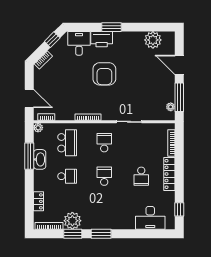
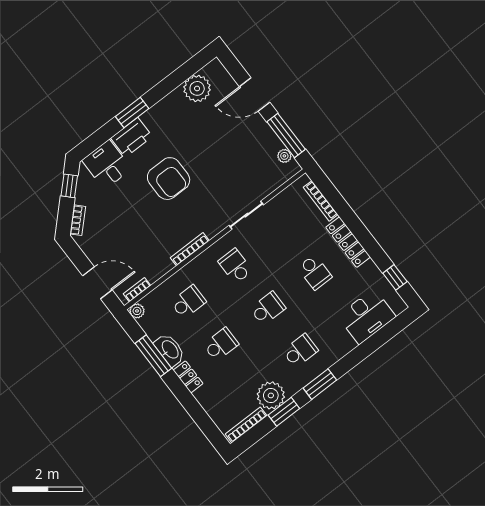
school desk: (67, 143) -> (188, 302), width x0.54
school desk: (104, 176) -> (268, 308), turned 90
locker: (38, 201) -> (188, 377), moved
school desk: (104, 210) -> (300, 351), added

